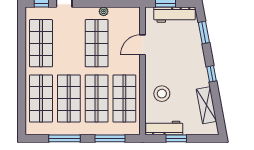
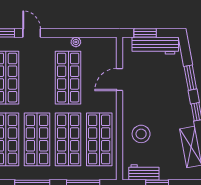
window: (204, 32) -> (190, 78), moved
workbench: (164, 128) -> (144, 172), width x0.73

